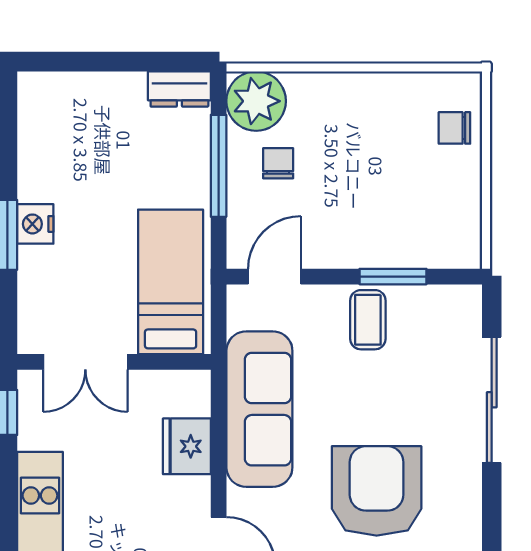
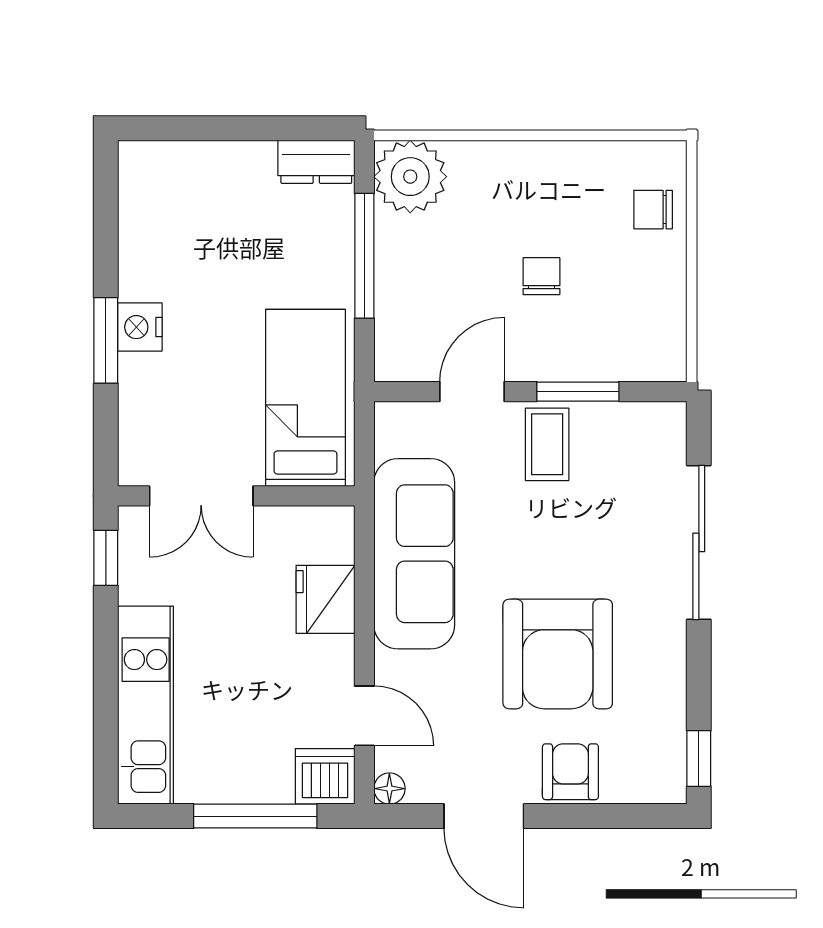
chair: (278, 163) -> (541, 276), moved
door: (274, 277) -> (472, 392), moved
armchair: (377, 491) -> (558, 654), turned 180

